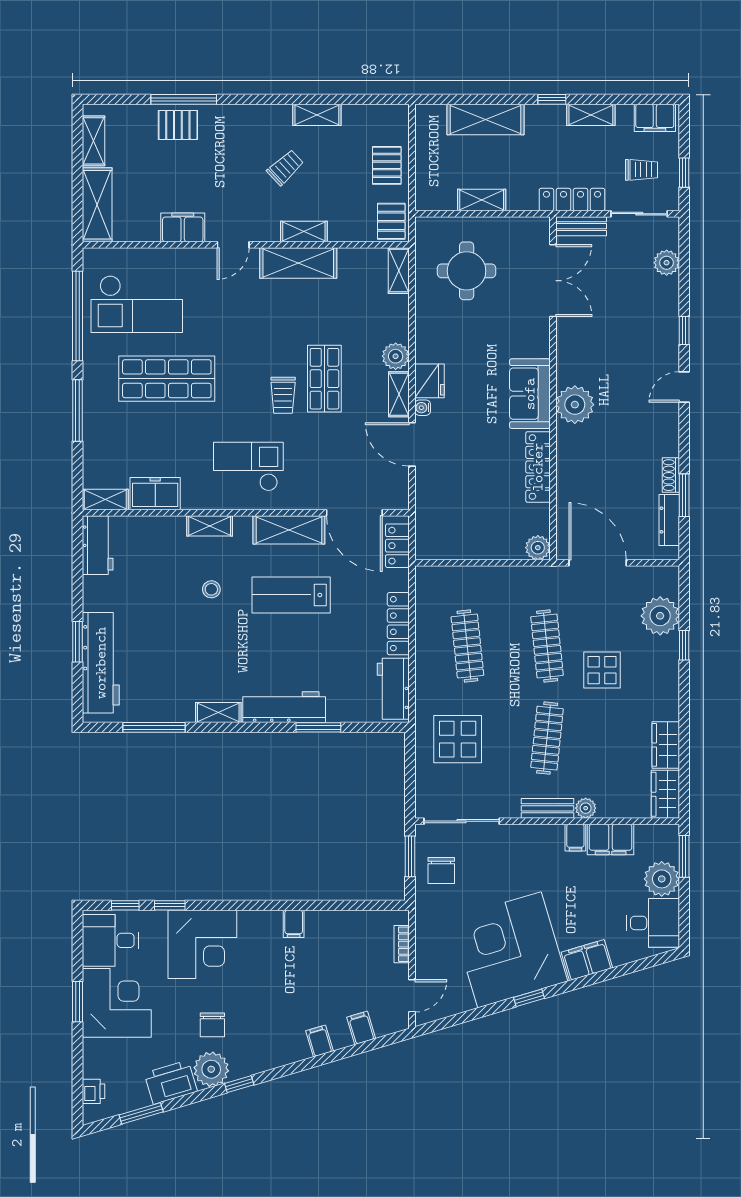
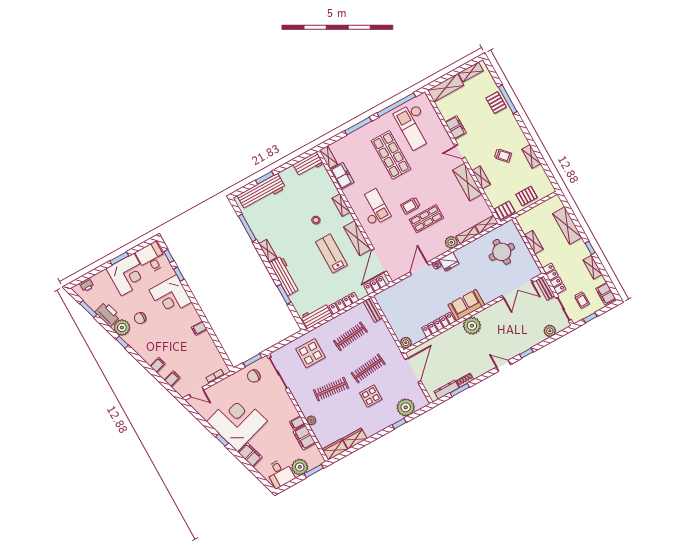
shelving: (399, 394) -> (467, 235), moved
bench: (547, 808) -> (373, 310), moved

